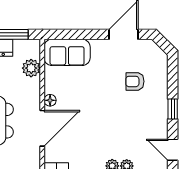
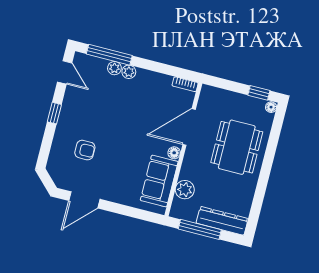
sofa: (67, 52) -> (159, 181), moved, turned -90

